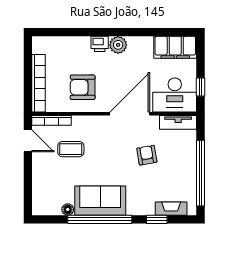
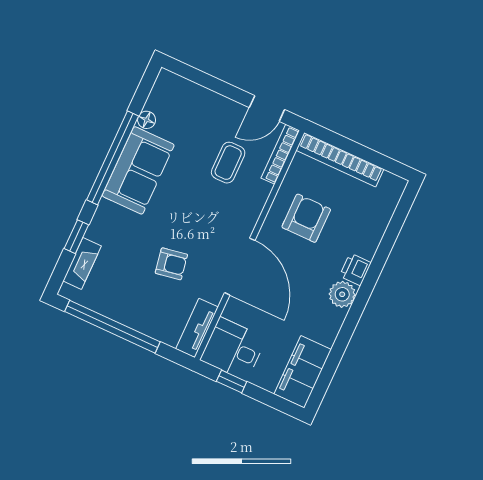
desk: (175, 95) -> (233, 349), width x0.73

